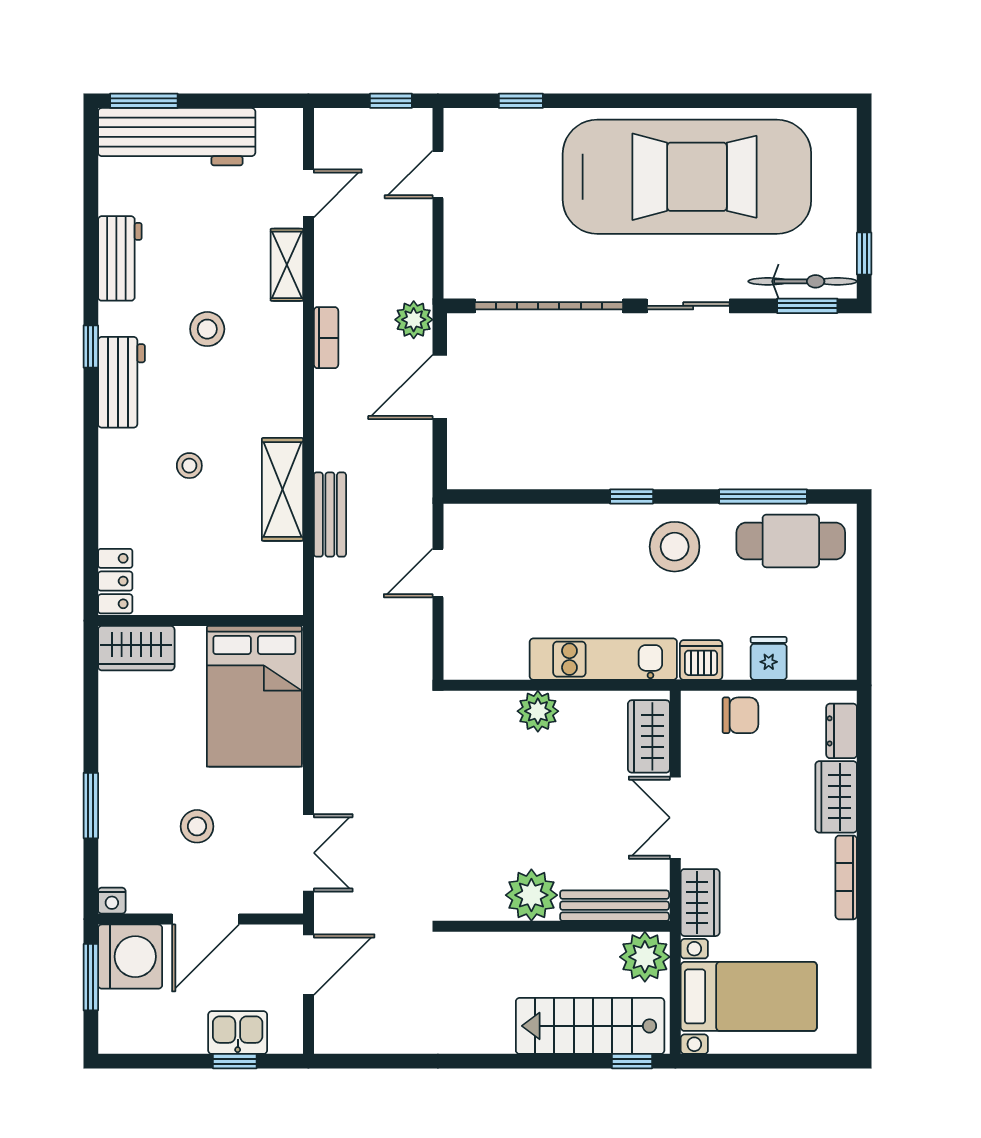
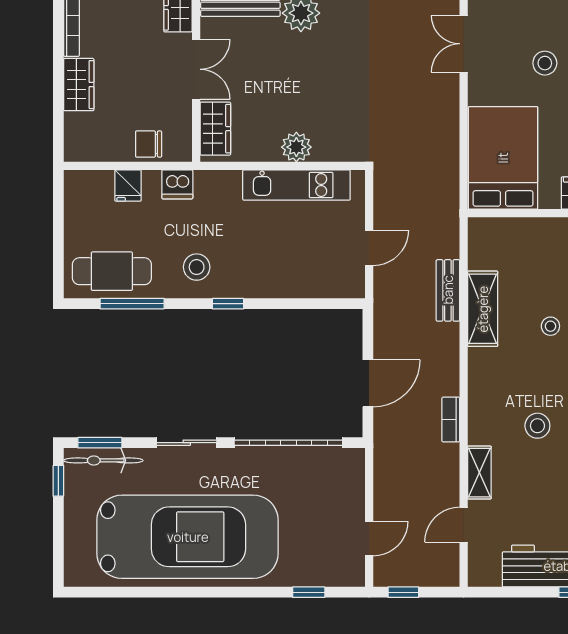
car: (687, 177) -> (188, 537), turned 180
plant: (414, 320) -> (387, 433), removed
stool: (675, 547) -> (197, 267), width x0.73, depth x0.73
kitchen unit: (603, 659) -> (296, 185), moved
dresser: (842, 731) -> (75, 133), removed

